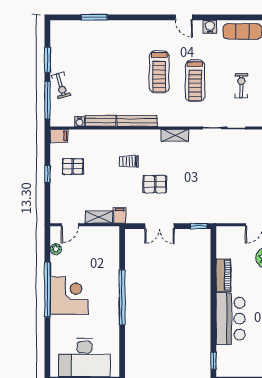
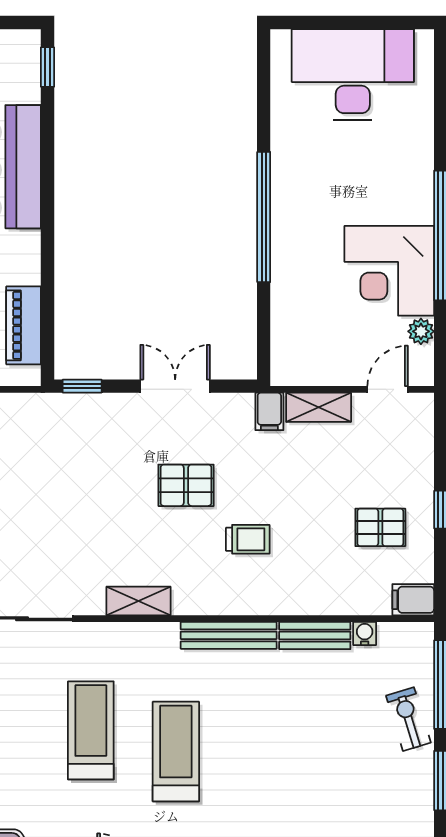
piano: (223, 275) -> (24, 325), moved
corner desk: (69, 295) -> (389, 271), moved

